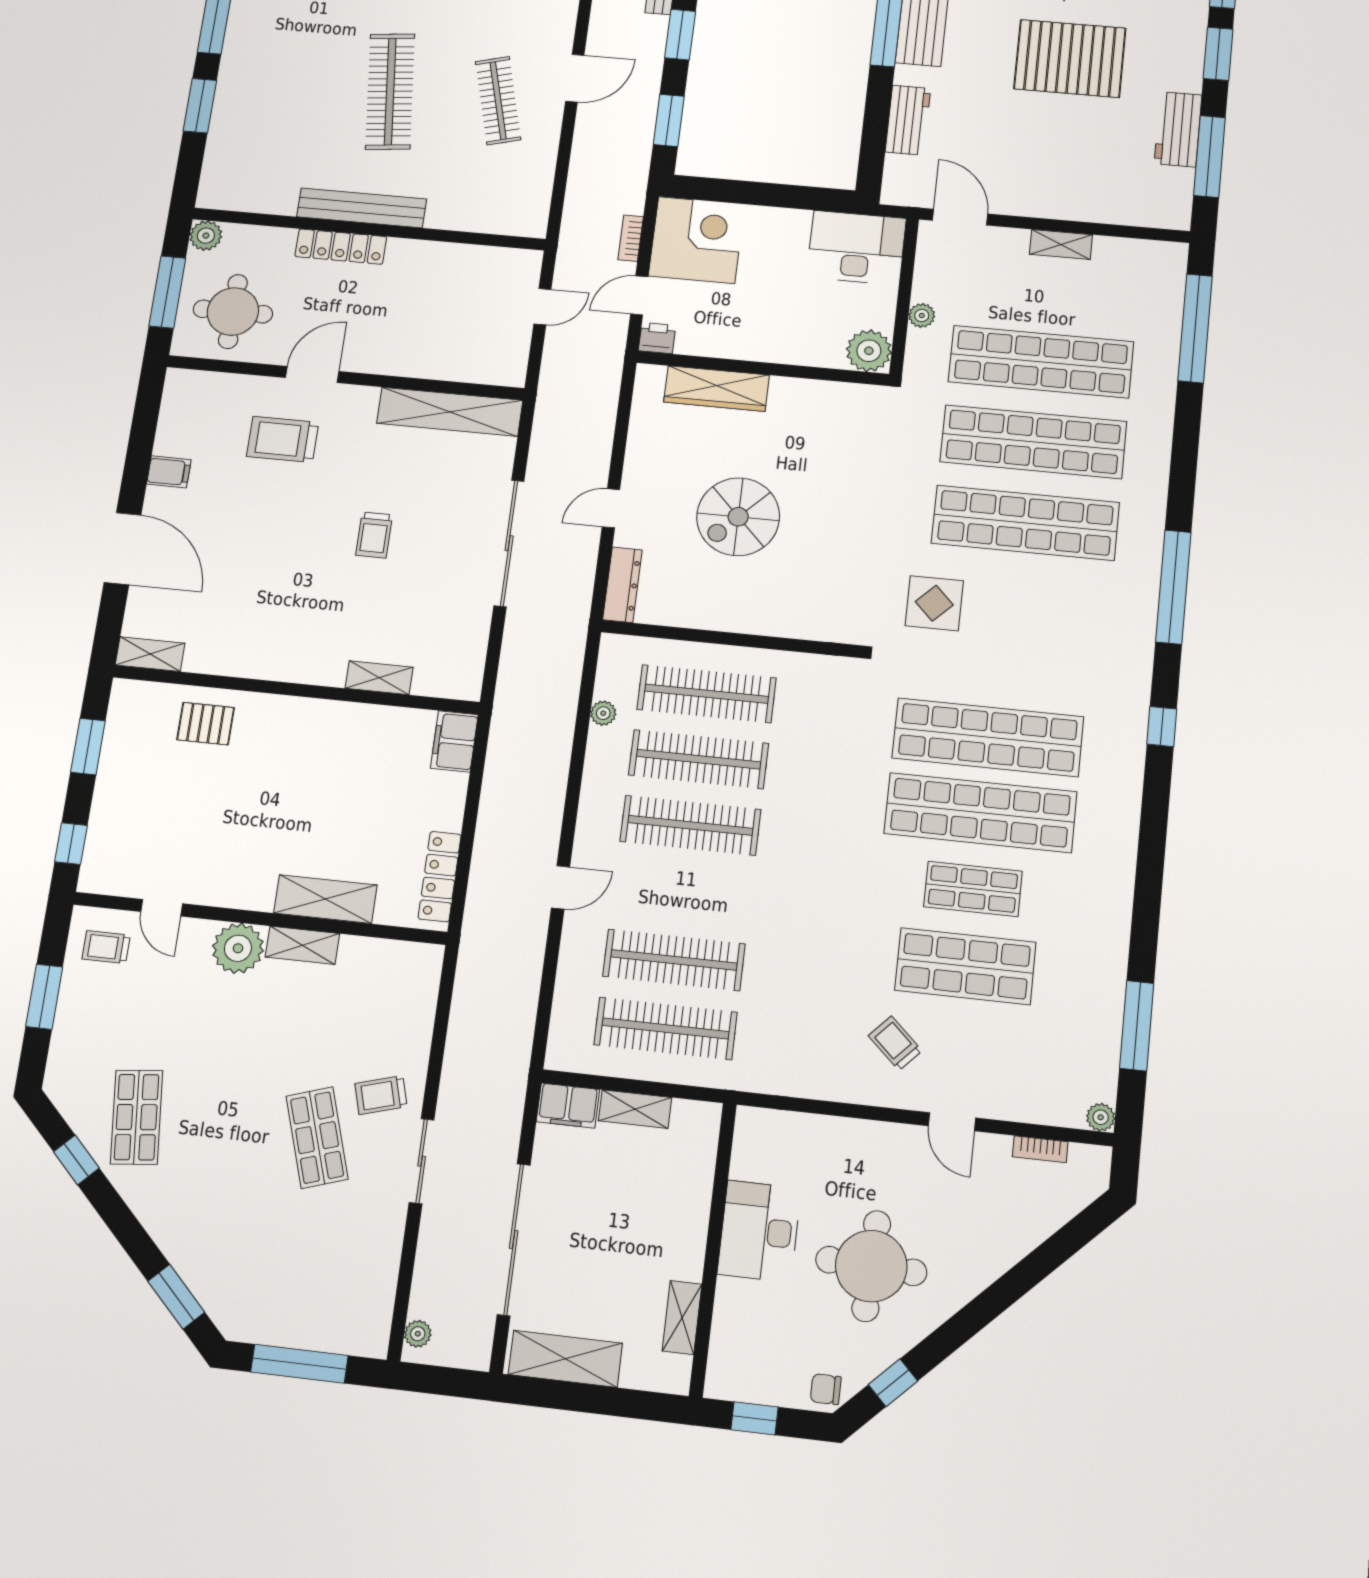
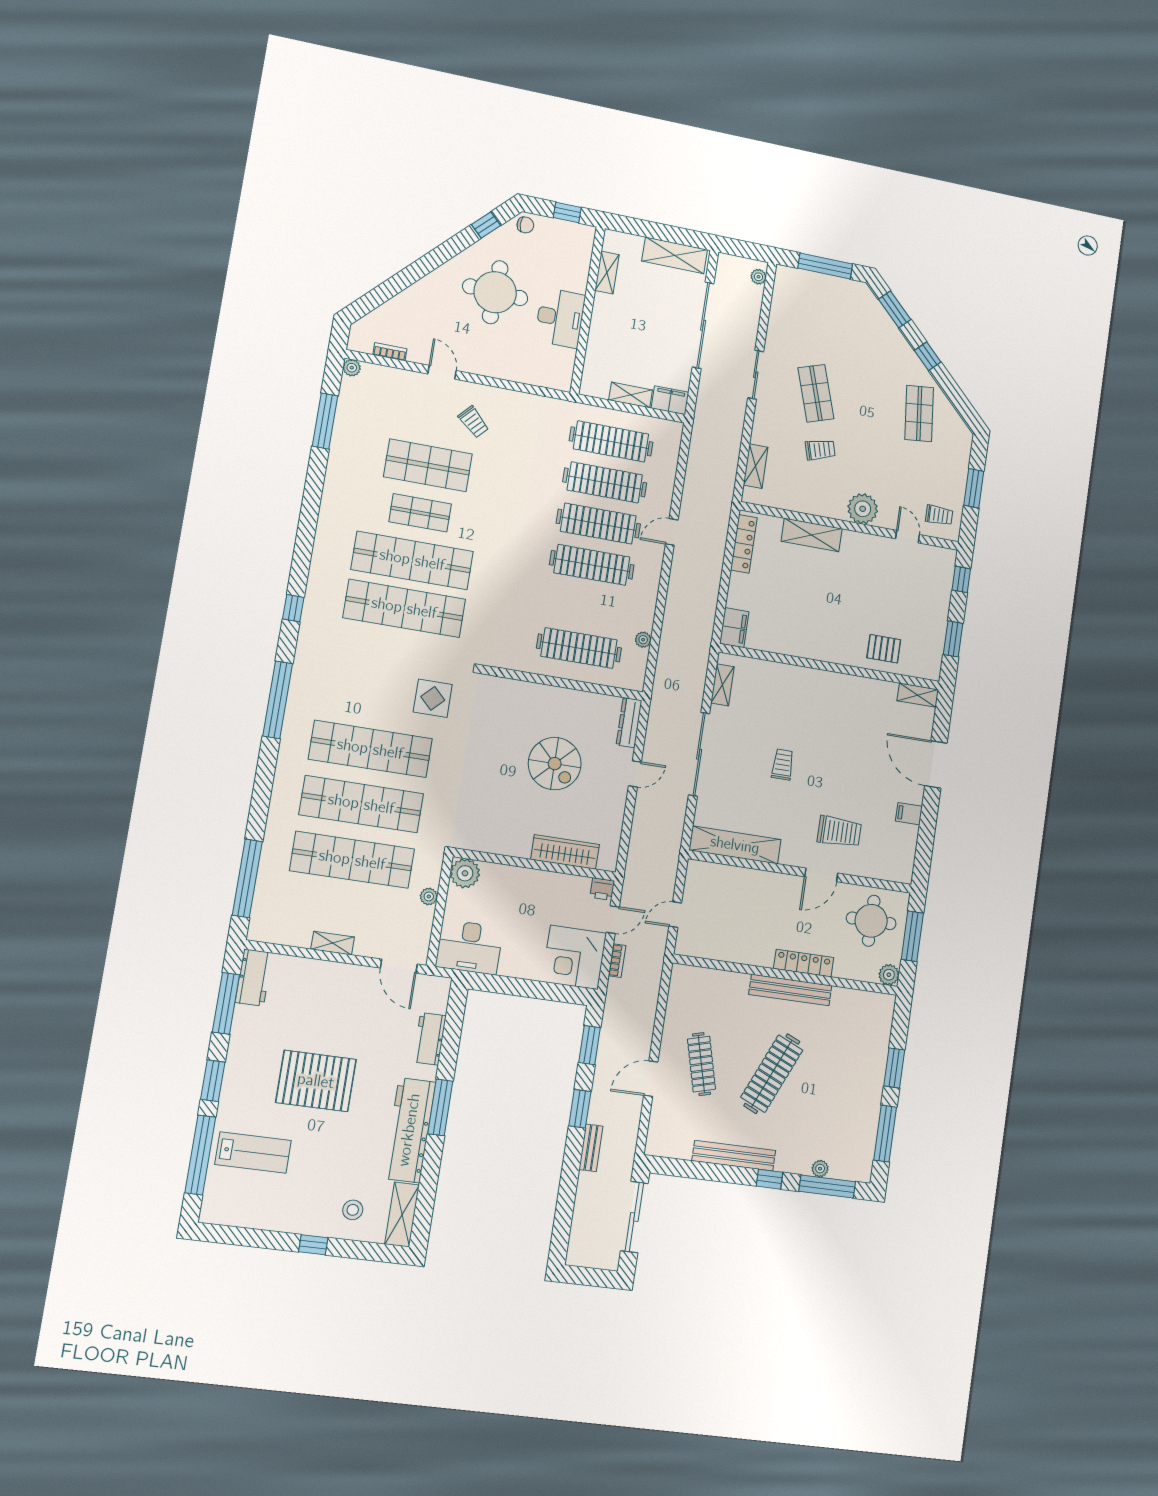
clothes rail: (390, 91) -> (772, 1074), turned 30
workbench: (1178, 129) -> (254, 978), moved
spiral stairs: (738, 517) -> (555, 764), turned 90
shelving: (379, 678) -> (722, 685), moved, turned 90
clothes rail: (699, 759) -> (598, 524), moved
shelving: (302, 945) -> (756, 466), moved, turned 90
trolley: (381, 1095) -> (820, 450), moved
window: (76, 1160) -> (928, 356), moved

